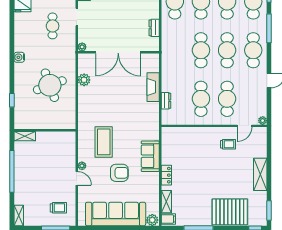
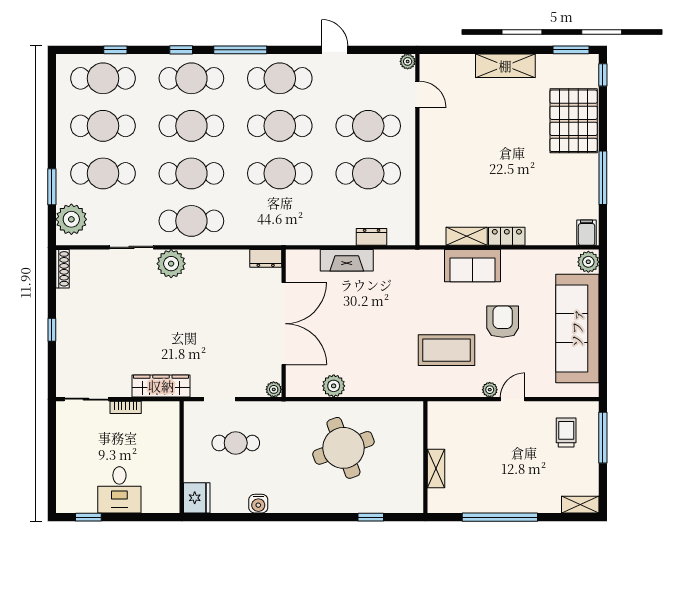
dresser: (154, 28) -> (266, 258), moved
water cooler: (19, 57) -> (258, 504), moved
shelving: (25, 136) -> (436, 468), moved
trolley: (228, 144) -> (451, 124), removed
shelving: (166, 202) -> (467, 236), moved

